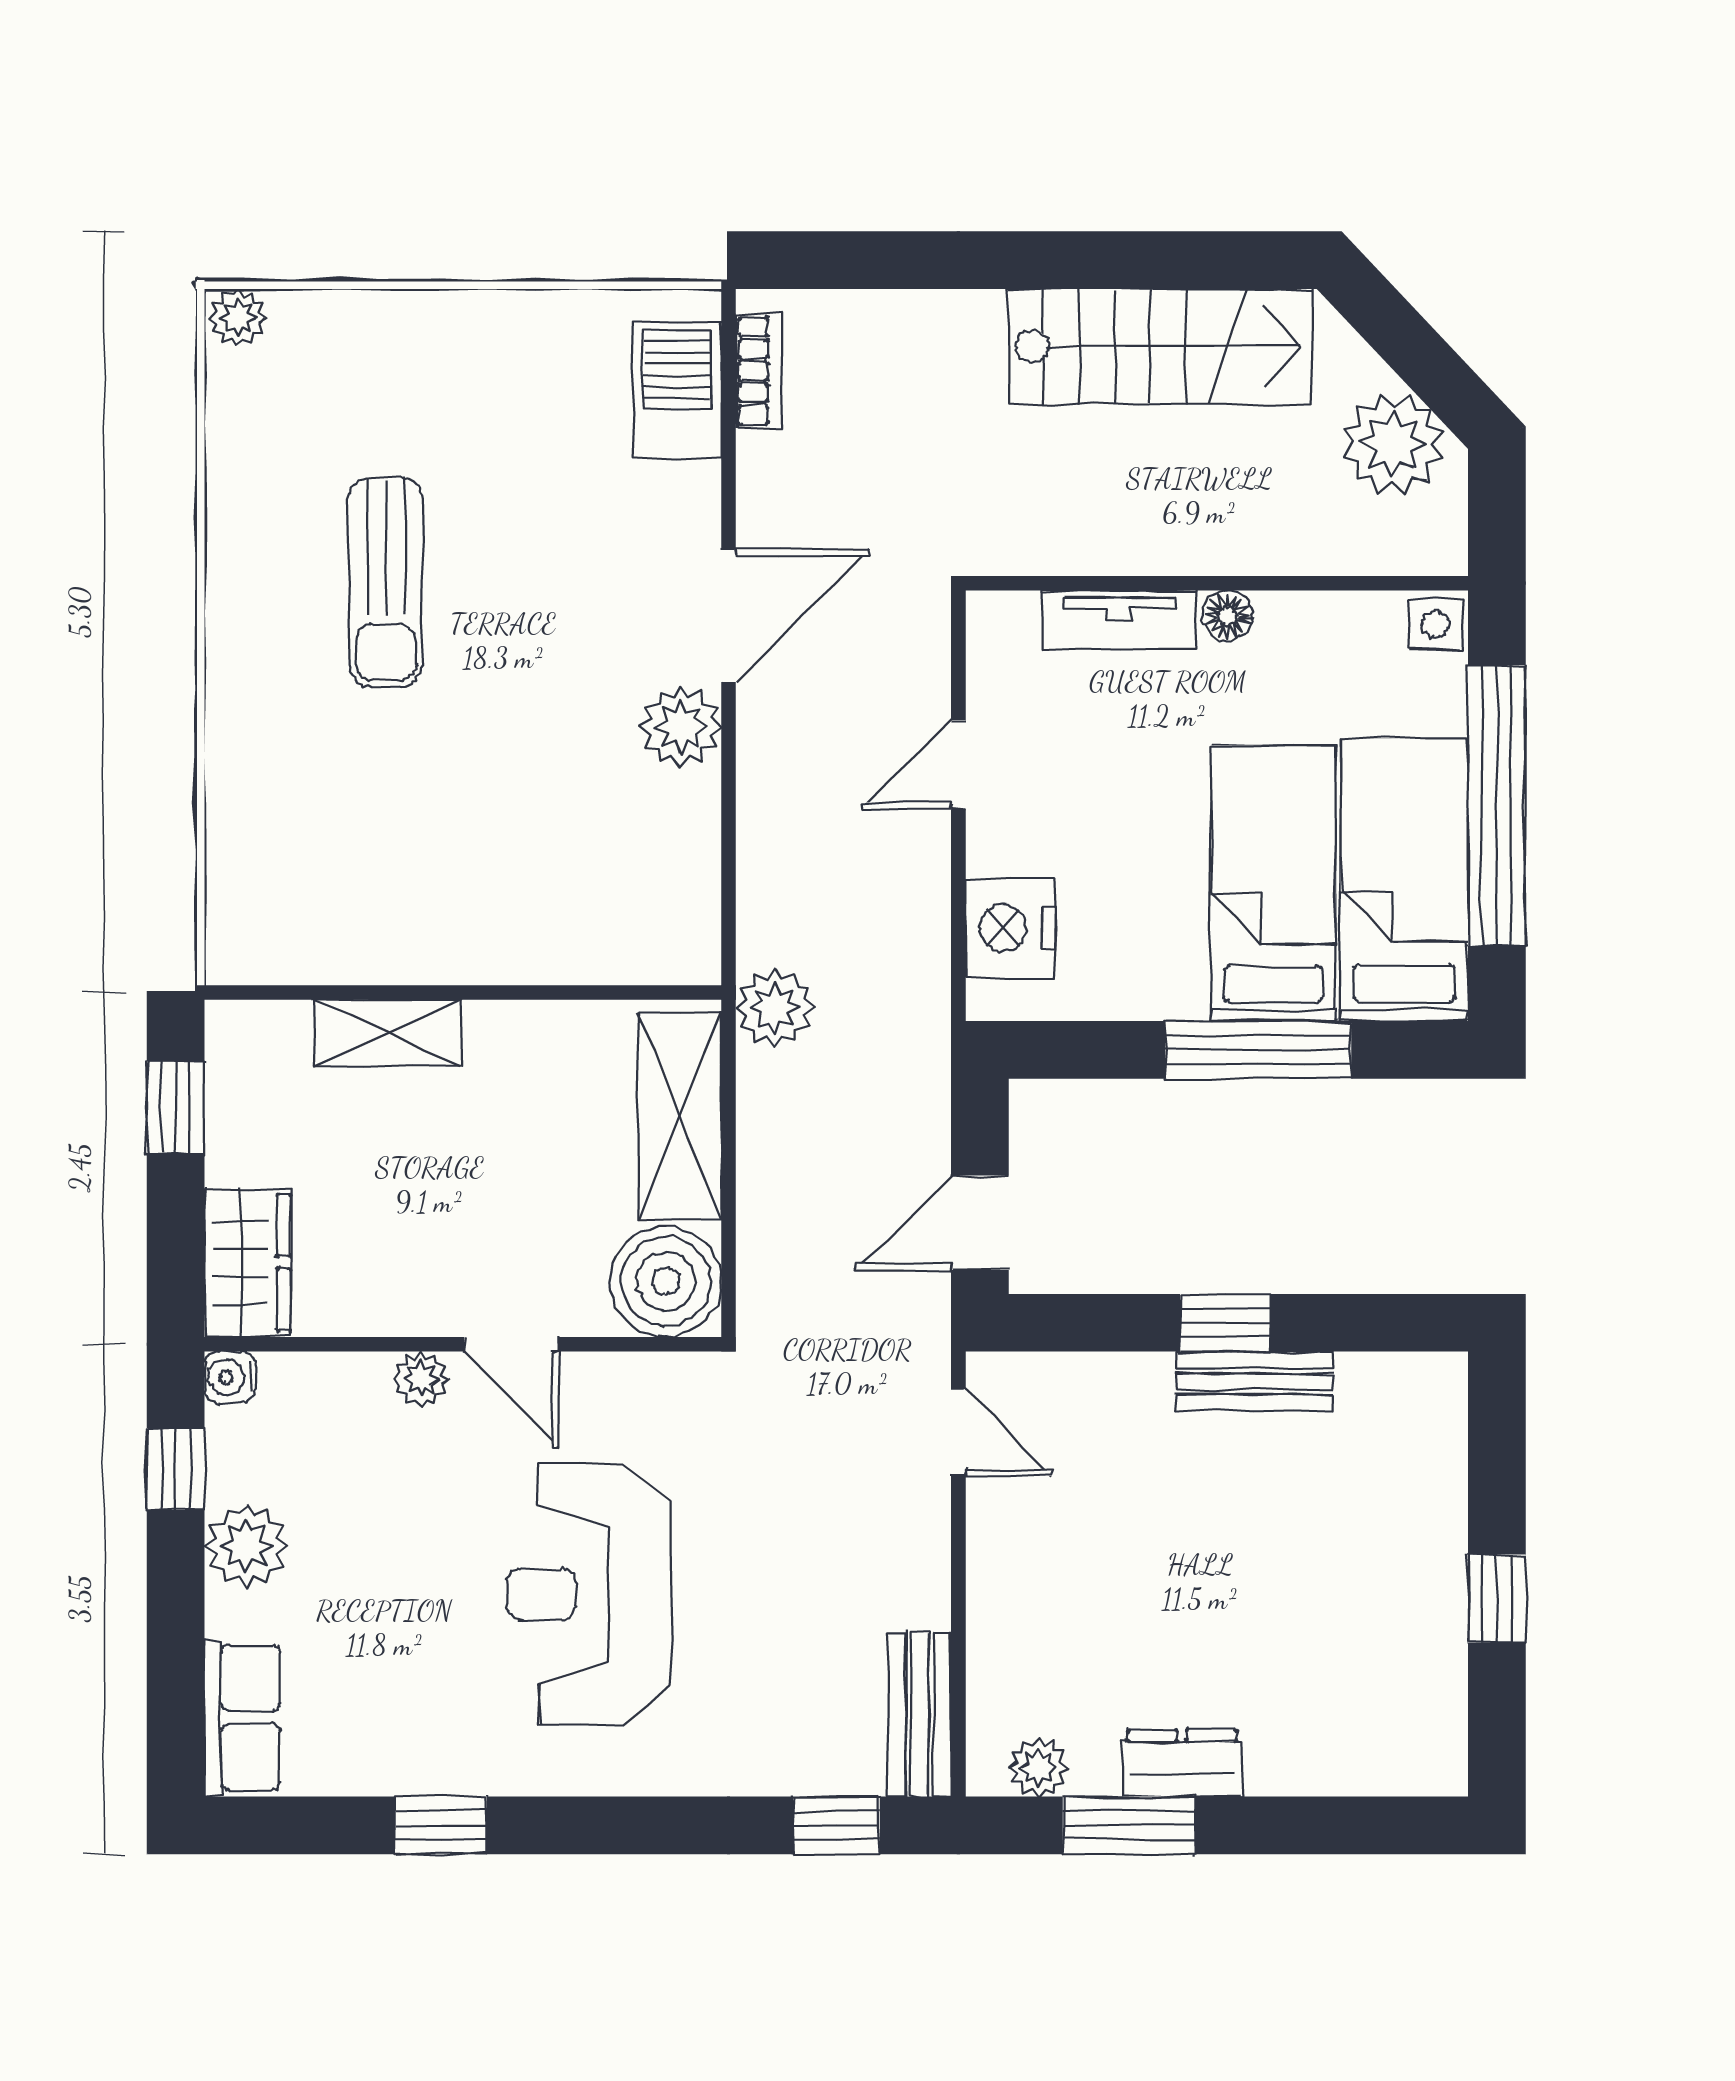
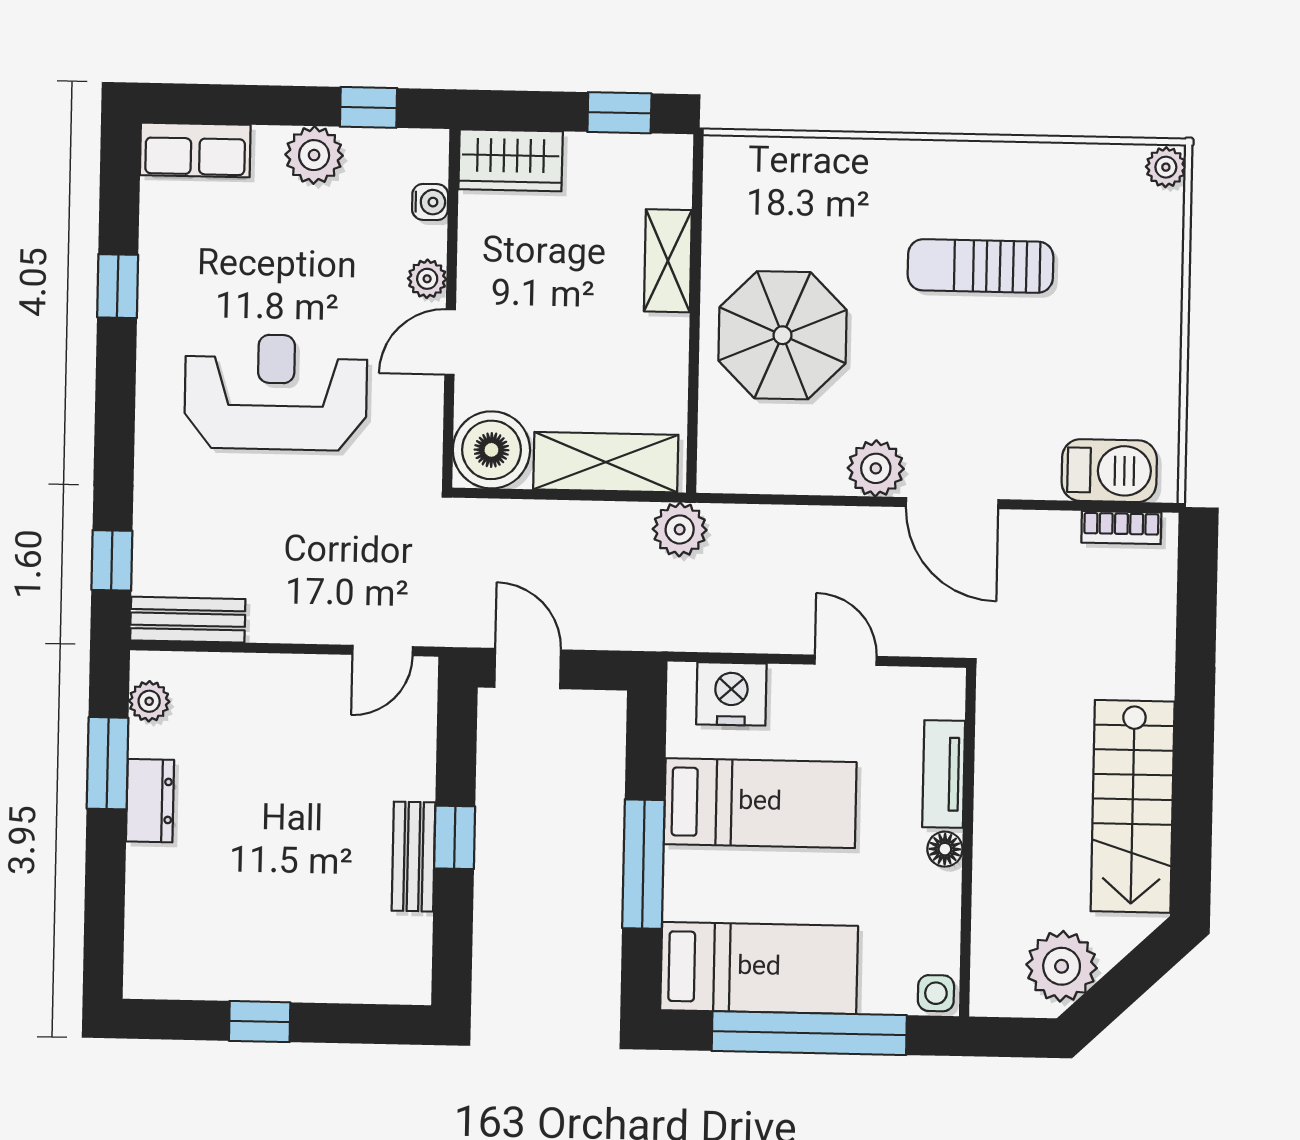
parasol: (492, 865) -> (782, 335), added
bed: (1273, 883) -> (760, 803), moved
water cooler: (230, 1377) -> (430, 202), moved, turned 90

